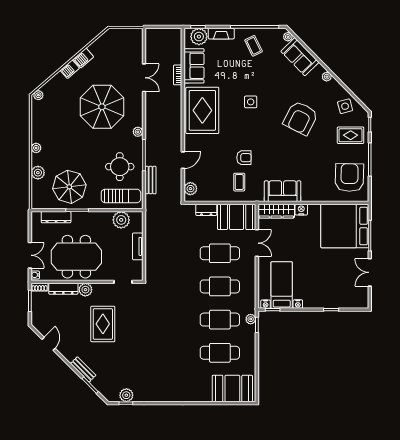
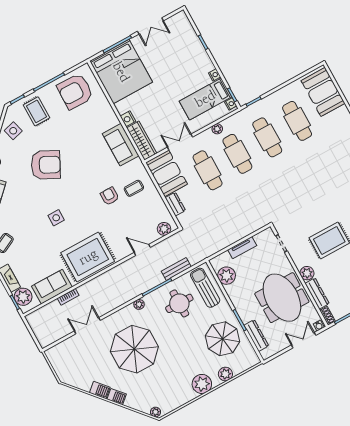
plant: (36, 148) -> (202, 384), width x1.88, depth x1.88
plant: (251, 319) -> (217, 129), moved

